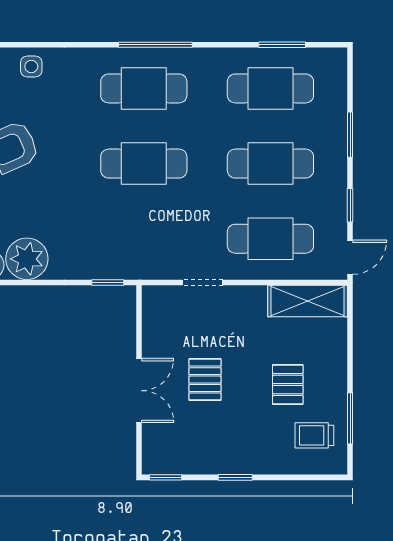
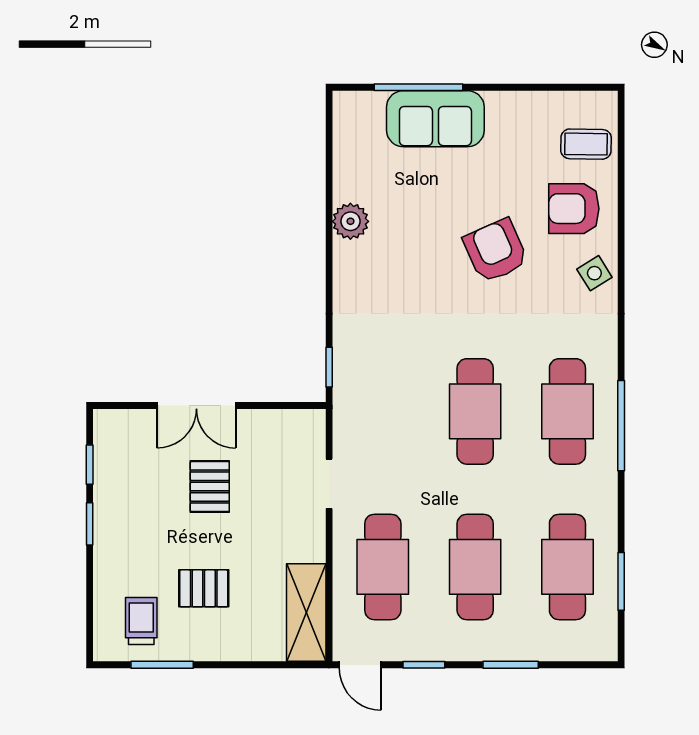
side table: (31, 66) -> (594, 273), turned -32
plant: (27, 259) -> (358, 268), removed
pallet: (205, 380) -> (210, 487), turned 90
window: (166, 477) -> (90, 465), moved

